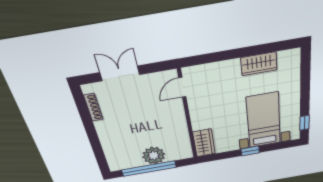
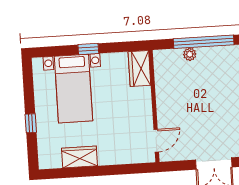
window: (305, 123) -> (31, 123), moved
plant: (154, 155) -> (190, 54), width x0.53, depth x0.53

